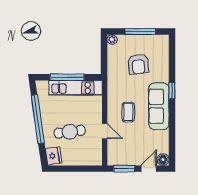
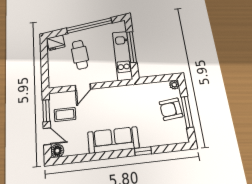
armchair: (138, 64) -> (171, 109), moved
window: (172, 91) -> (143, 151), moved
coffee table: (128, 112) -> (65, 114), moved

